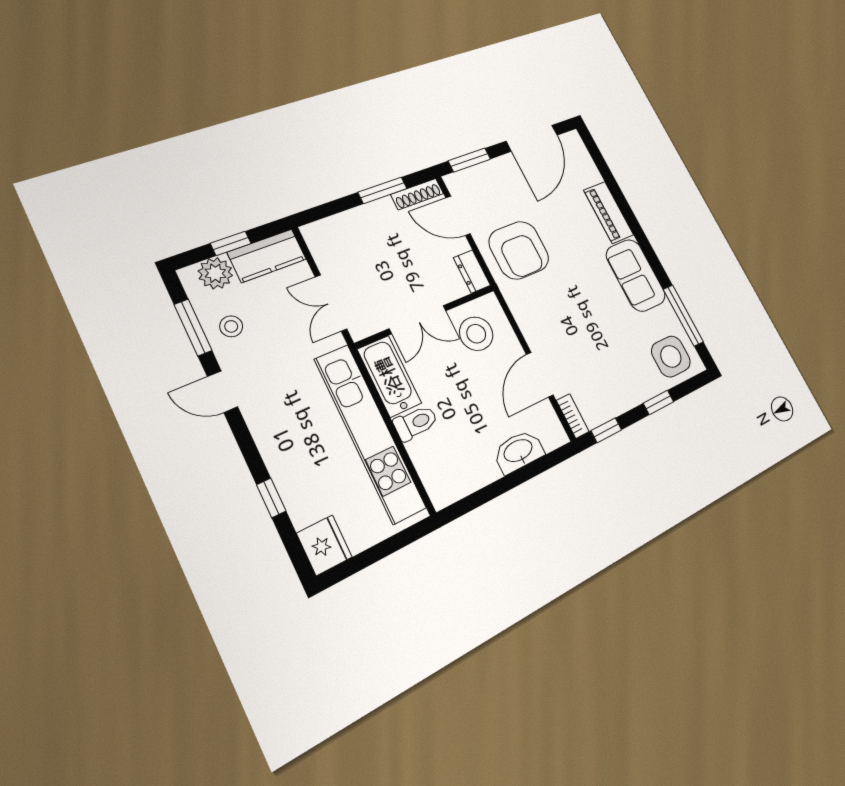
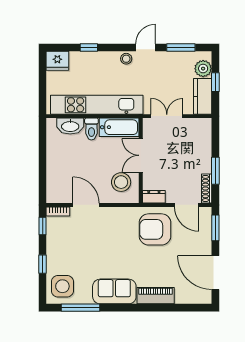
door: (458, 216) -> (187, 205), swing flipped
stool: (231, 326) -> (126, 59), moved
washbasin: (519, 451) -> (70, 126), moved, turned 90

